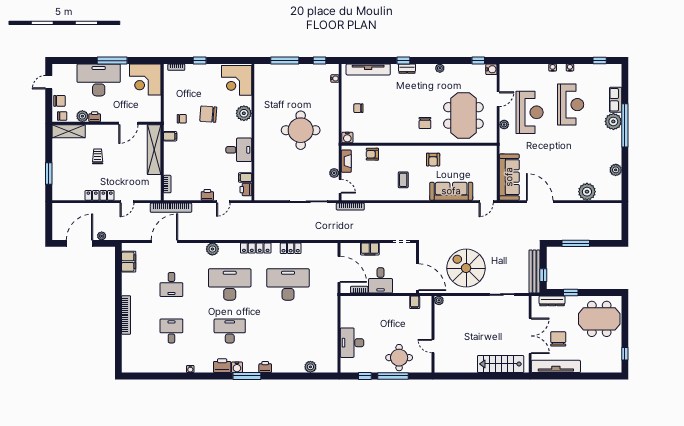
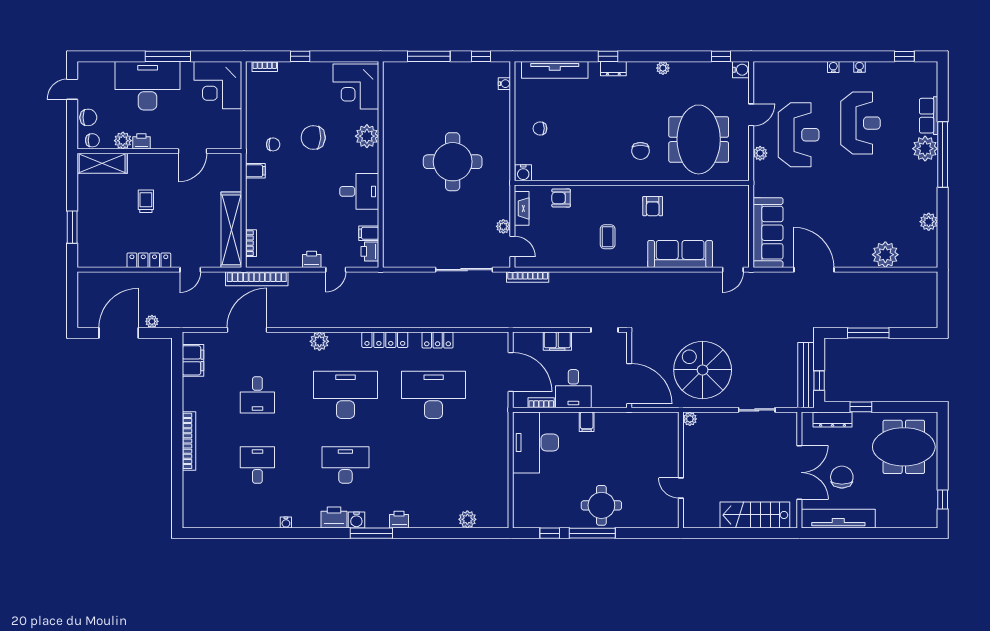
shelving: (154, 150) -> (231, 230), moved
plant: (439, 300) -> (690, 419), moved
filing cabinet: (415, 302) -> (587, 422), moved
wall: (433, 334) -> (681, 470), moved
desk: (352, 343) -> (536, 443), moved, width x1.36, depth x1.30
door: (433, 346) -> (681, 488), moved

